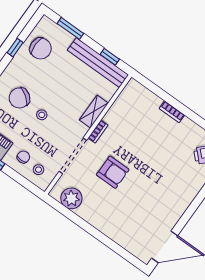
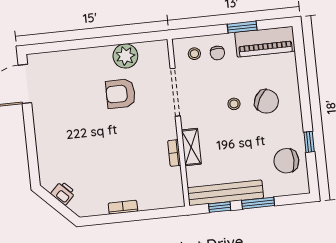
window: (70, 28) -> (258, 203), moved
chair: (19, 98) -> (266, 101), turned 84
bookcase: (98, 131) -> (174, 153), moved
armchair: (113, 172) -> (121, 94), moved
plant: (71, 198) -> (125, 56), moved

